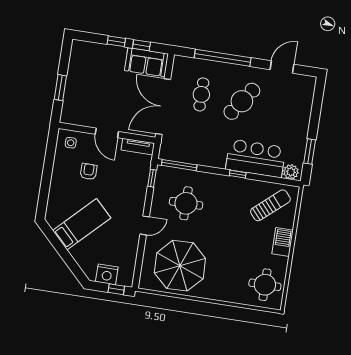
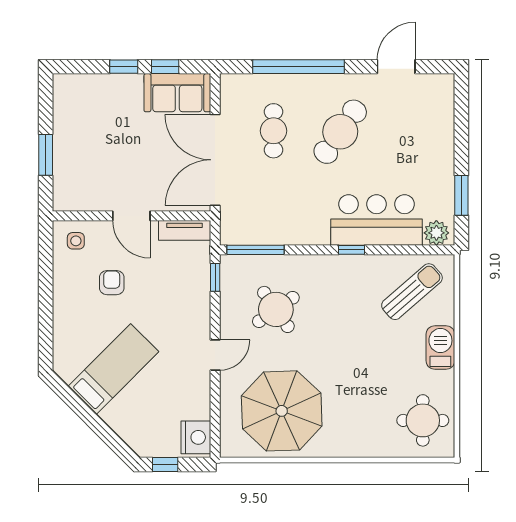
round table: (186, 203) -> (276, 309), turned -35
nightstand: (107, 274) -> (196, 437), moved, turned -90
window: (116, 289) -> (165, 465), moved

